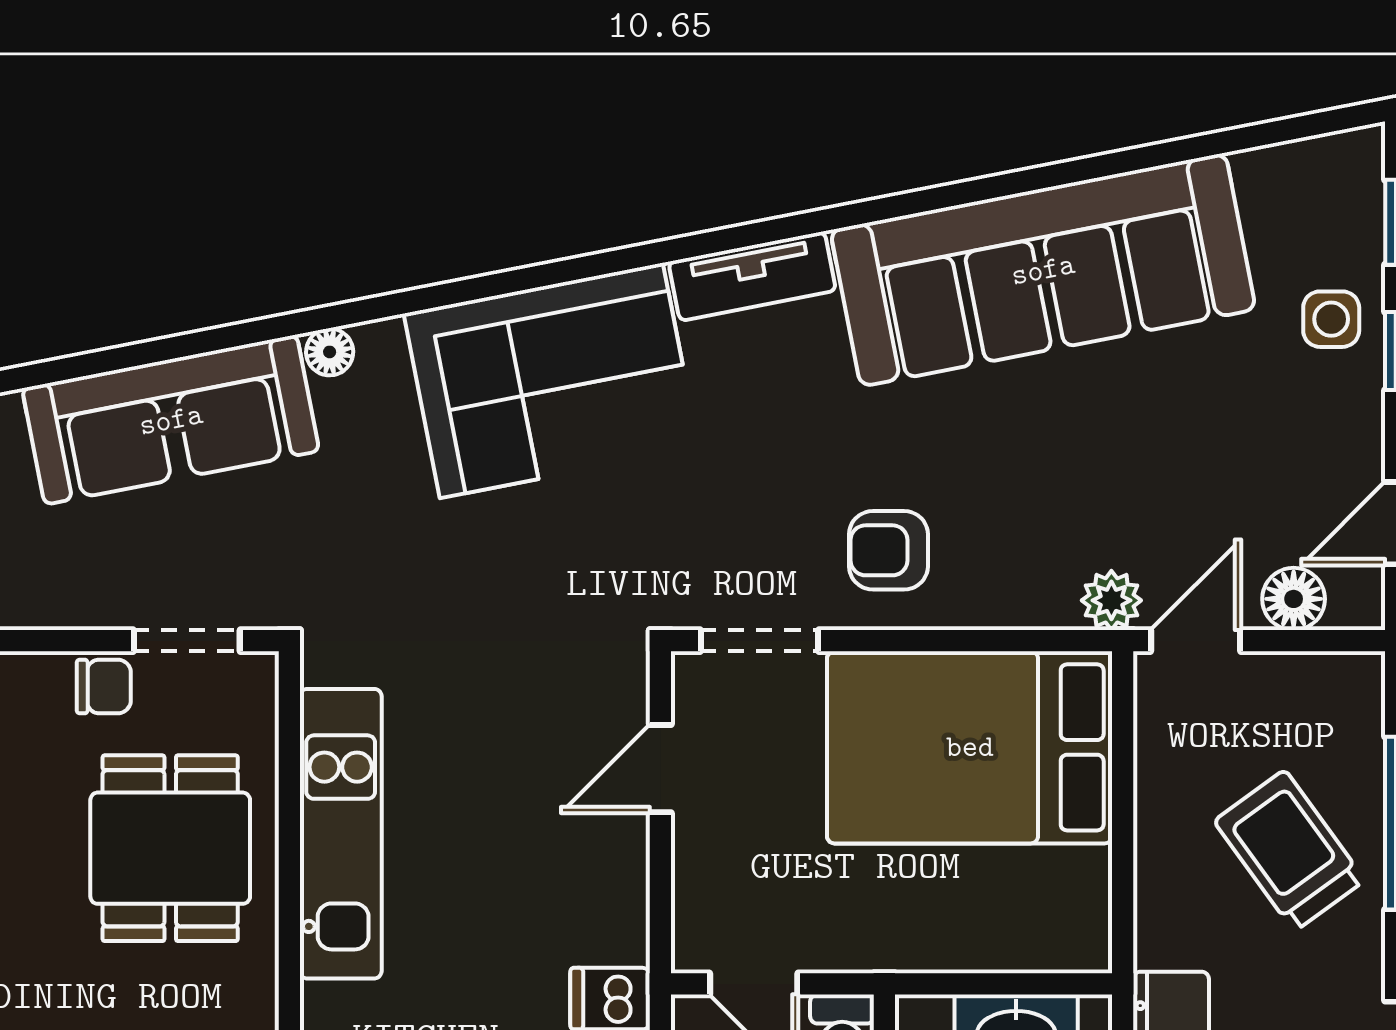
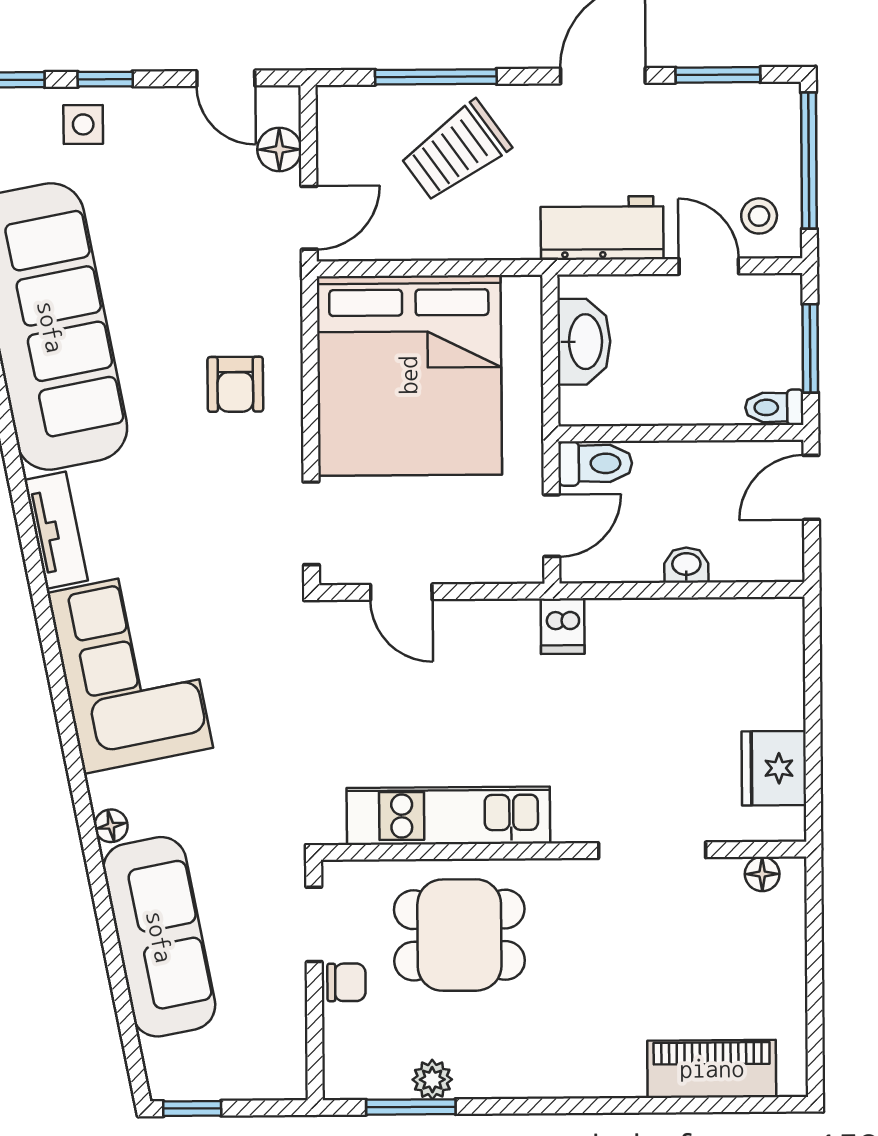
armchair: (888, 550) -> (235, 384), moved
plant: (1111, 600) -> (281, 277), removed
door: (1196, 641) -> (309, 218), swing flipped
chair: (104, 686) -> (346, 982), turned 90
bed: (970, 747) -> (409, 375), width x1.36

